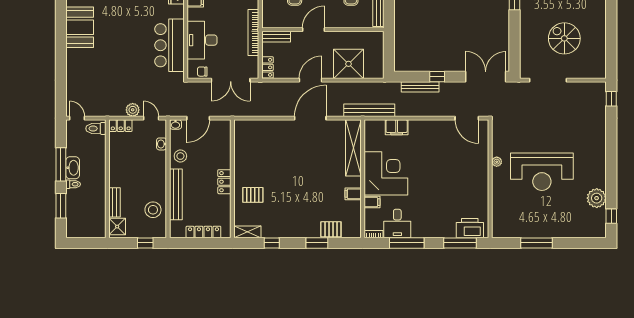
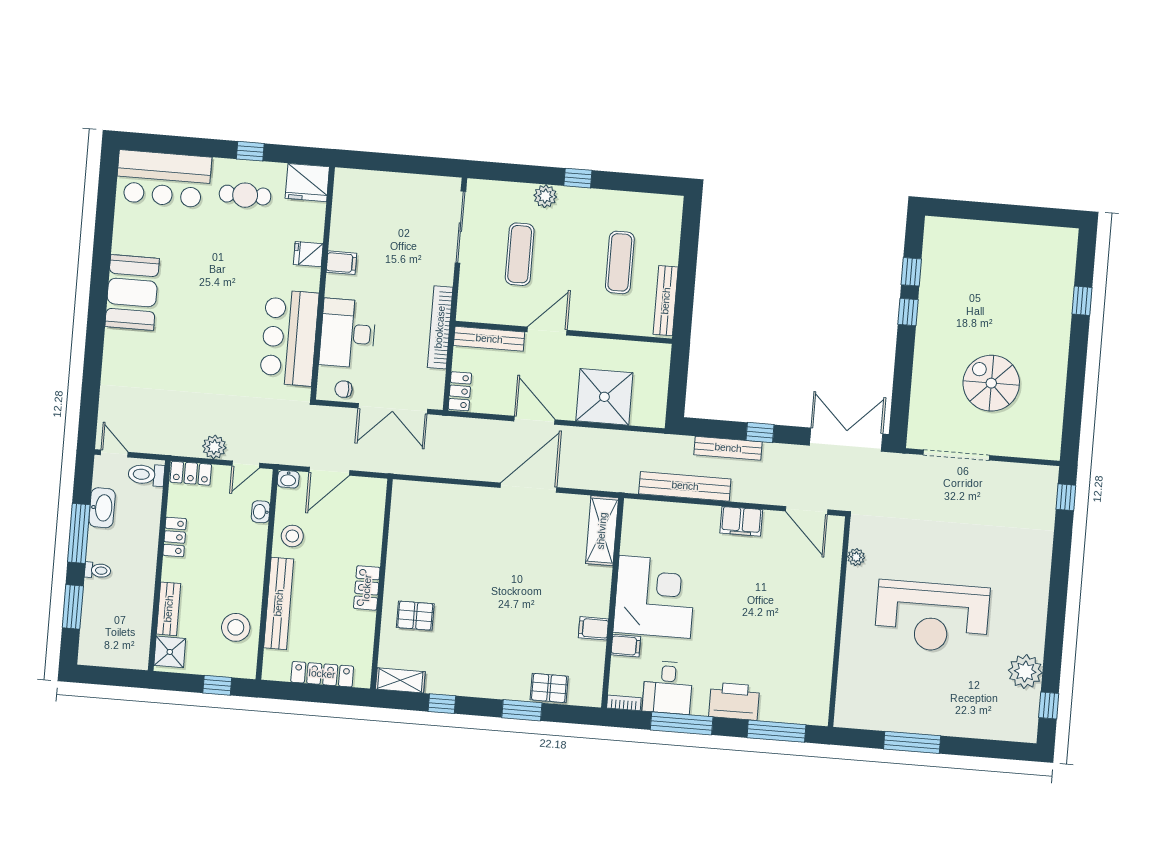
bench: (276, 37) -> (489, 339), width x1.36
door: (311, 80) -> (534, 420), hinge flipped
bench: (369, 110) -> (685, 486), moved
door: (151, 118) -> (246, 464), swing flipped
filing cabinet: (397, 127) -> (741, 521), moved
shelving: (353, 148) -> (602, 531), width x0.68
locker: (115, 162) -> (175, 537), added
plant: (497, 162) -> (856, 557), moved
washbasin: (73, 168) -> (102, 508), moved
printer: (470, 228) -> (734, 701), moved

